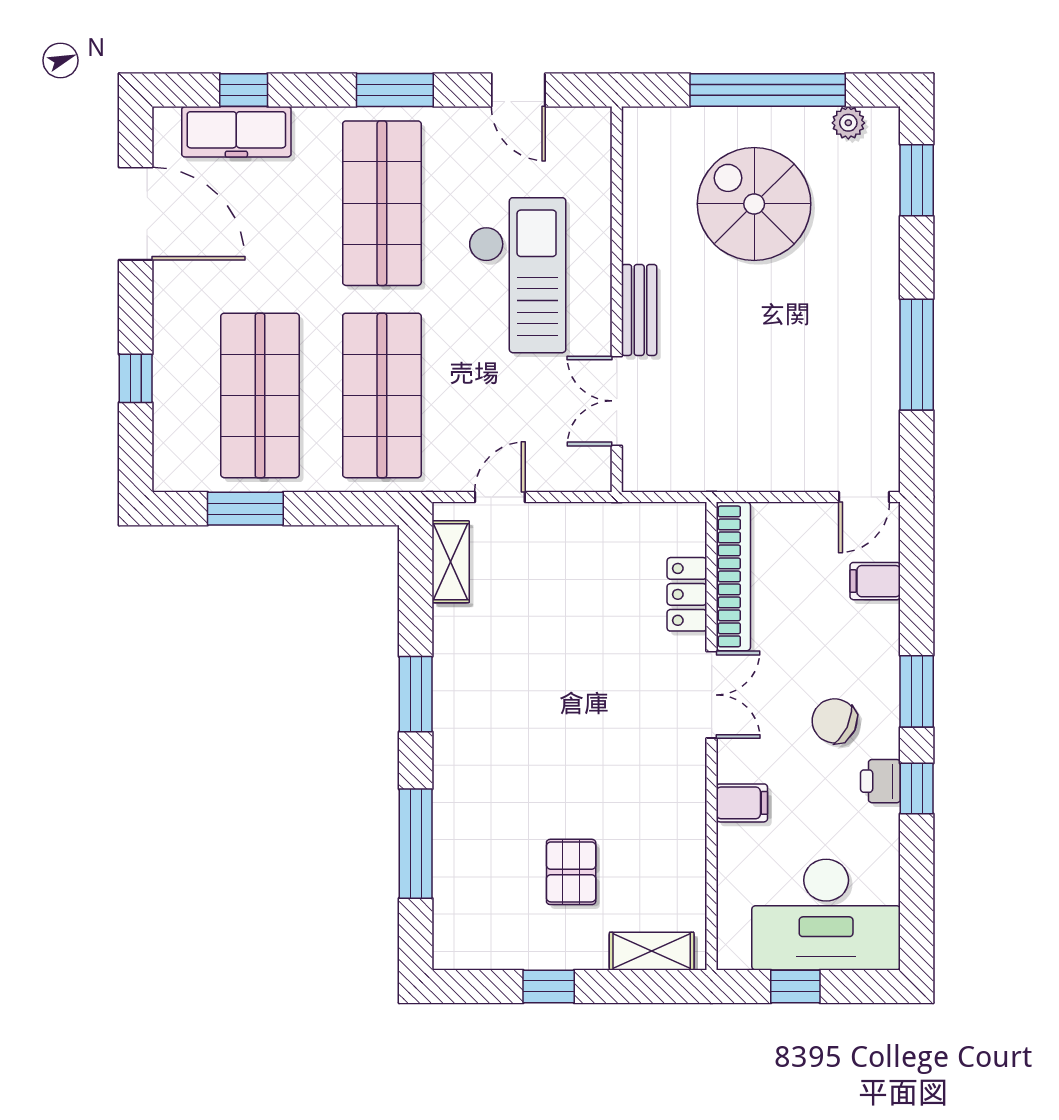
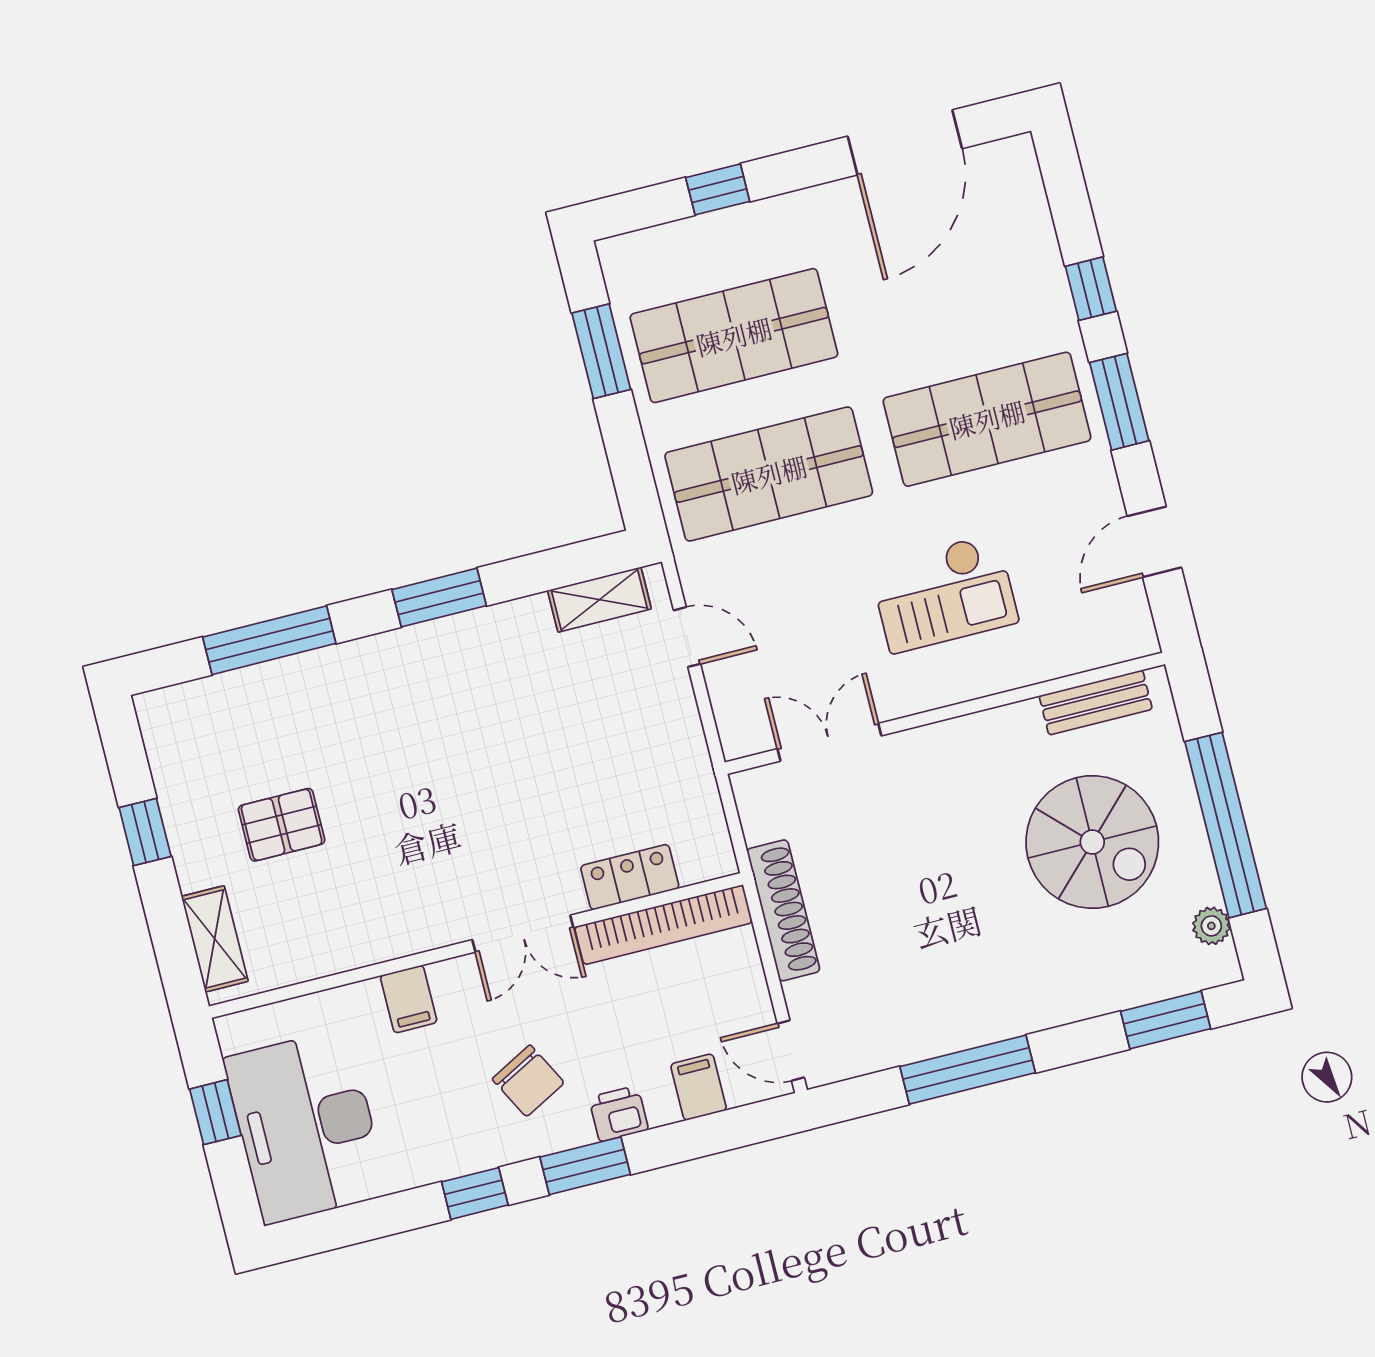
window: (244, 90) -> (1091, 289), moved
freezer: (236, 132) -> (1027, 234), removed
spiral stairs: (754, 204) -> (1092, 842), turned 90
checkout: (517, 275) -> (944, 593), width x0.73, depth x0.83
bench: (639, 310) -> (1096, 702), moved
shoe rack: (746, 474) -> (783, 910), added
chair: (834, 721) -> (528, 1081), turned 127
printer: (880, 781) -> (619, 1114), moved

